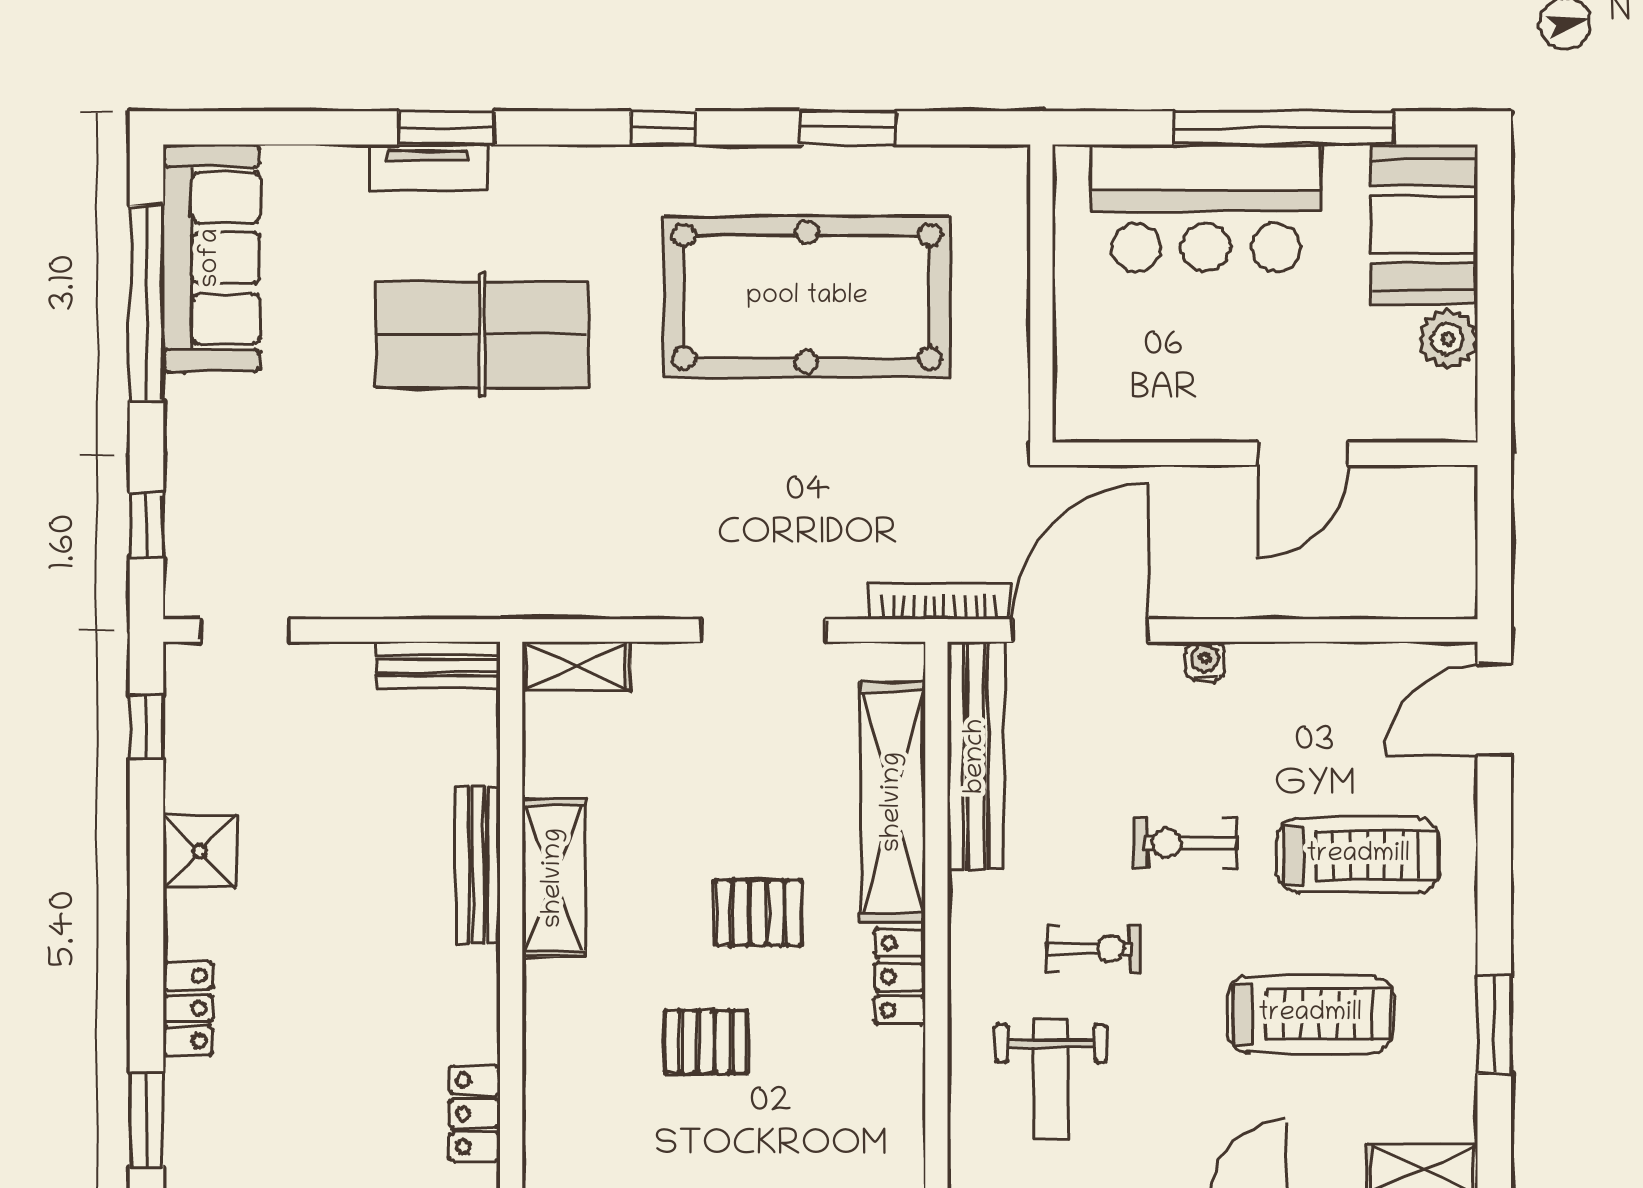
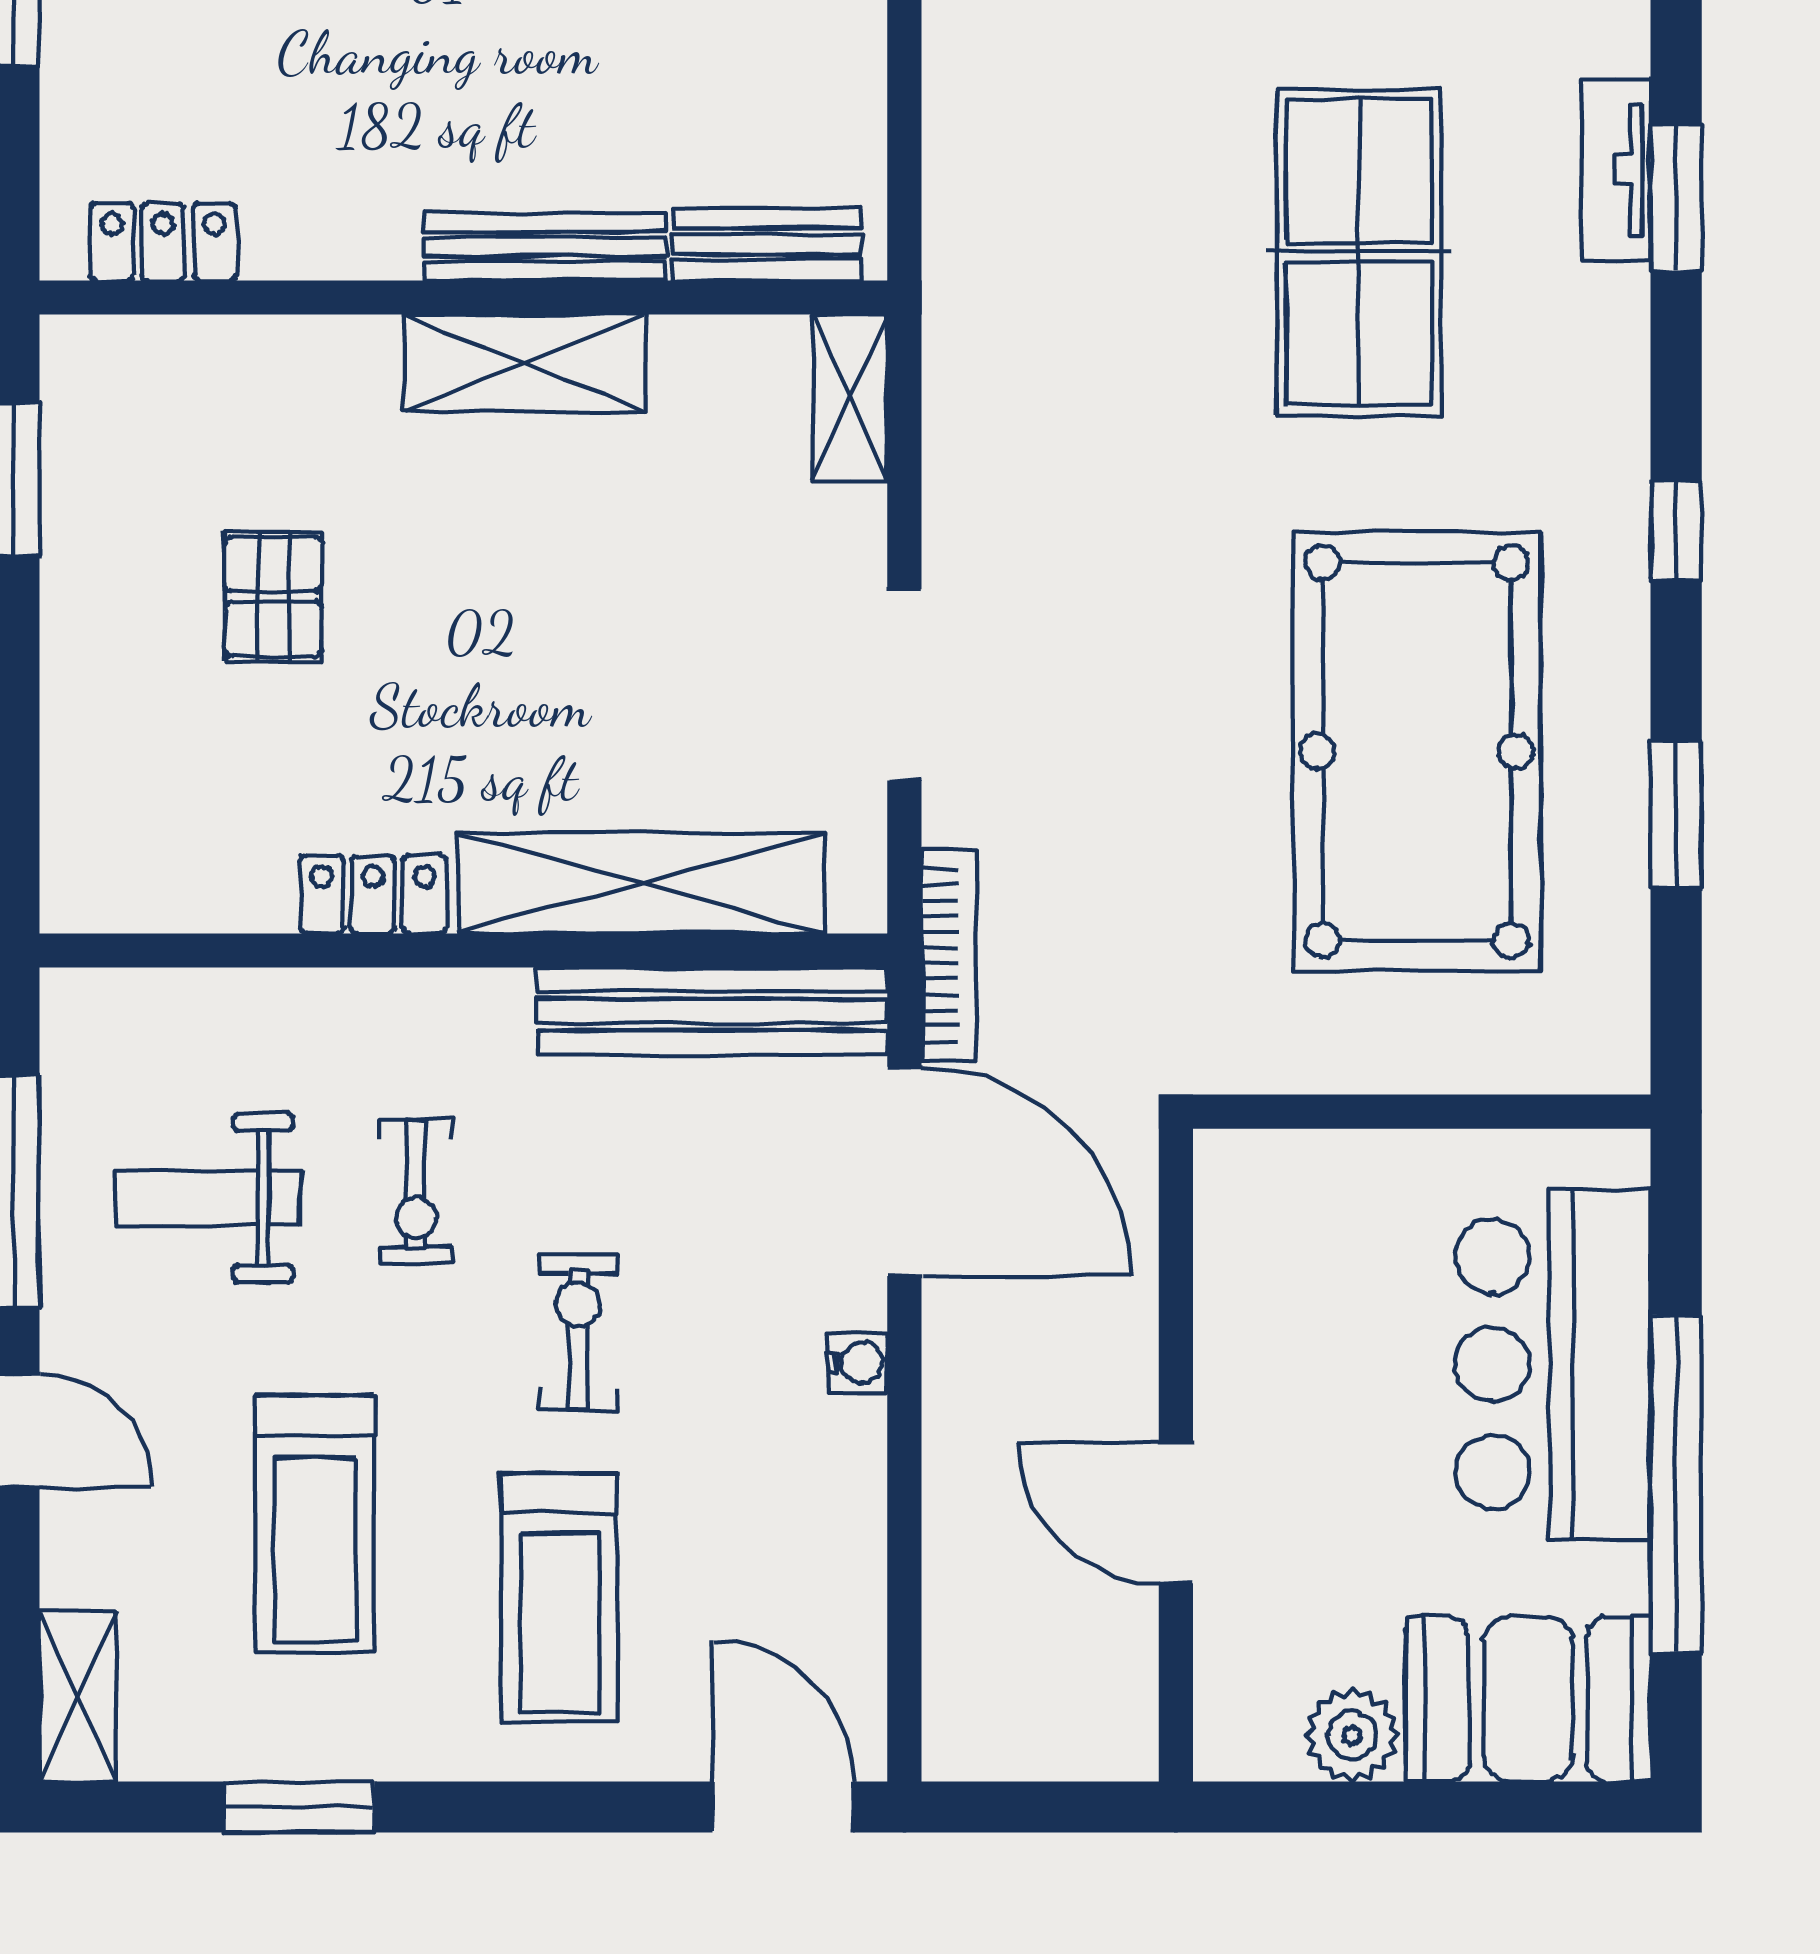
bench: (438, 665) -> (767, 244), moved, turned 90
pallet: (758, 913) -> (471, 677), removed
weight bench: (1051, 1079) -> (208, 1198), moved

